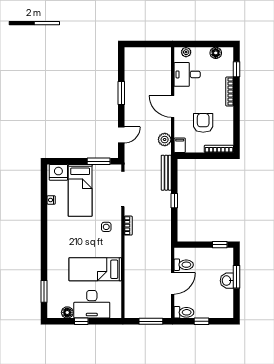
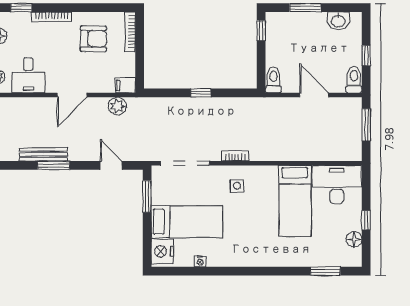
armchair: (203, 123) -> (93, 39), moved, turned 180
bench: (166, 173) -> (43, 154), moved
toilet: (184, 265) -> (273, 80), moved
washbasin: (227, 281) -> (338, 21), moved
desk: (92, 304) -> (337, 184), moved, turned -90

